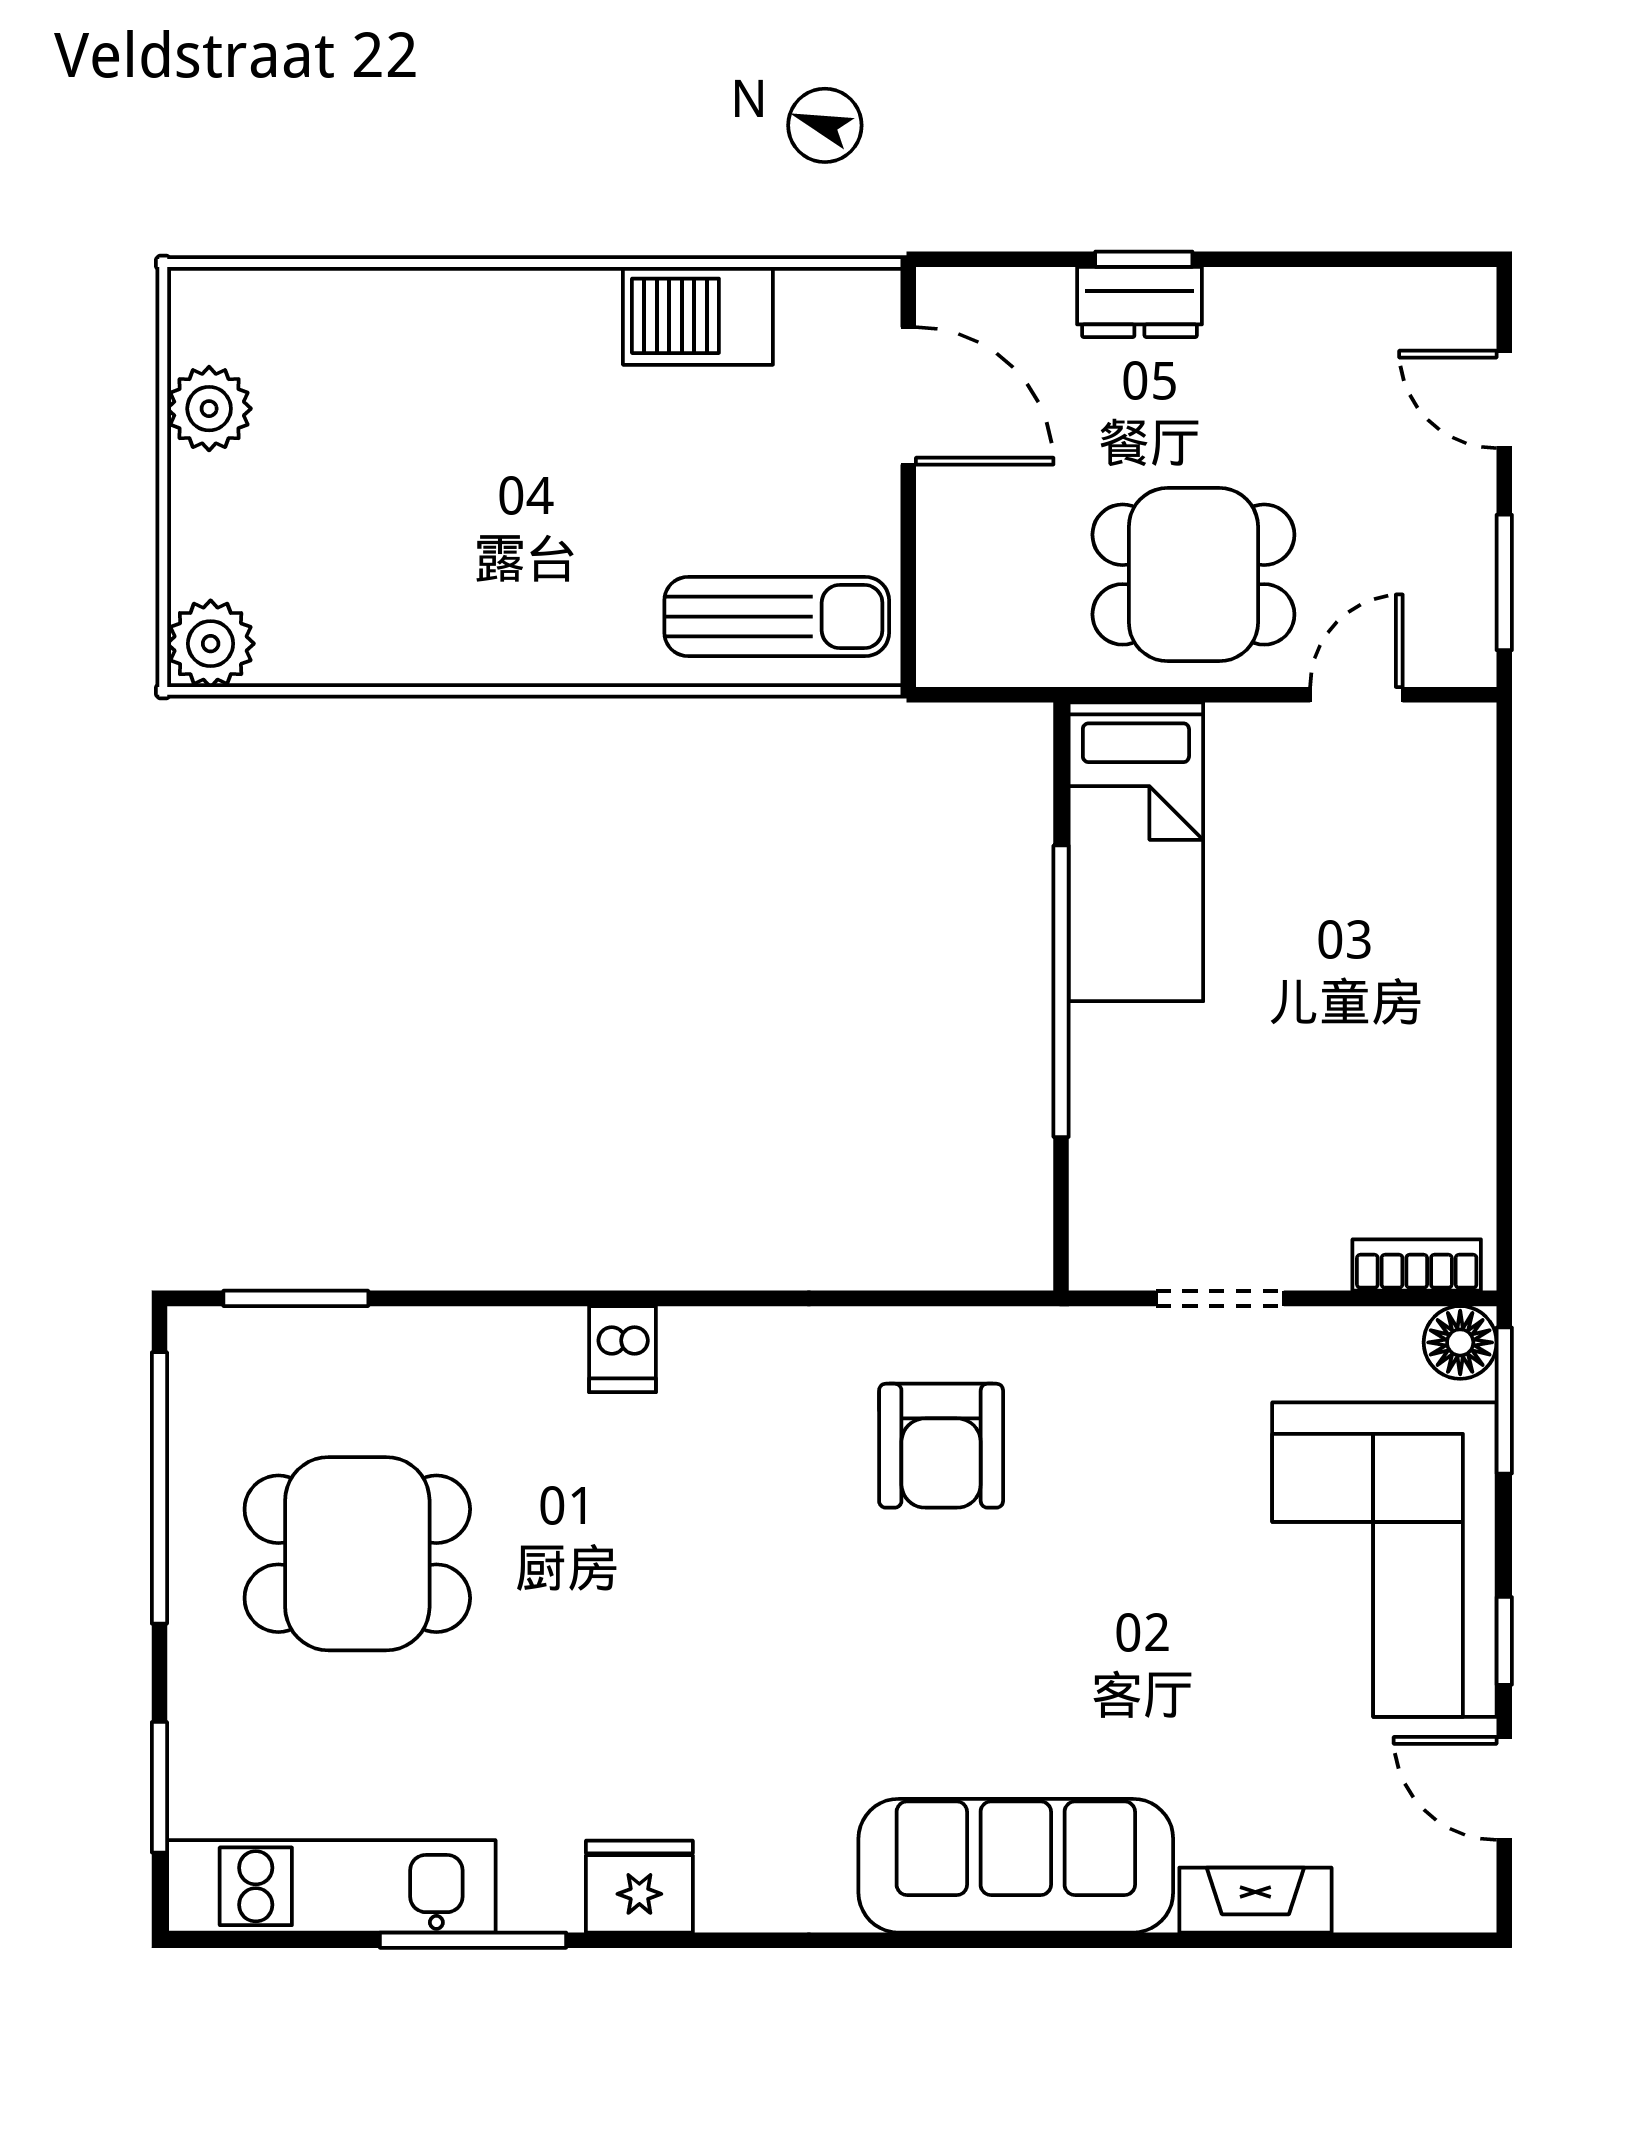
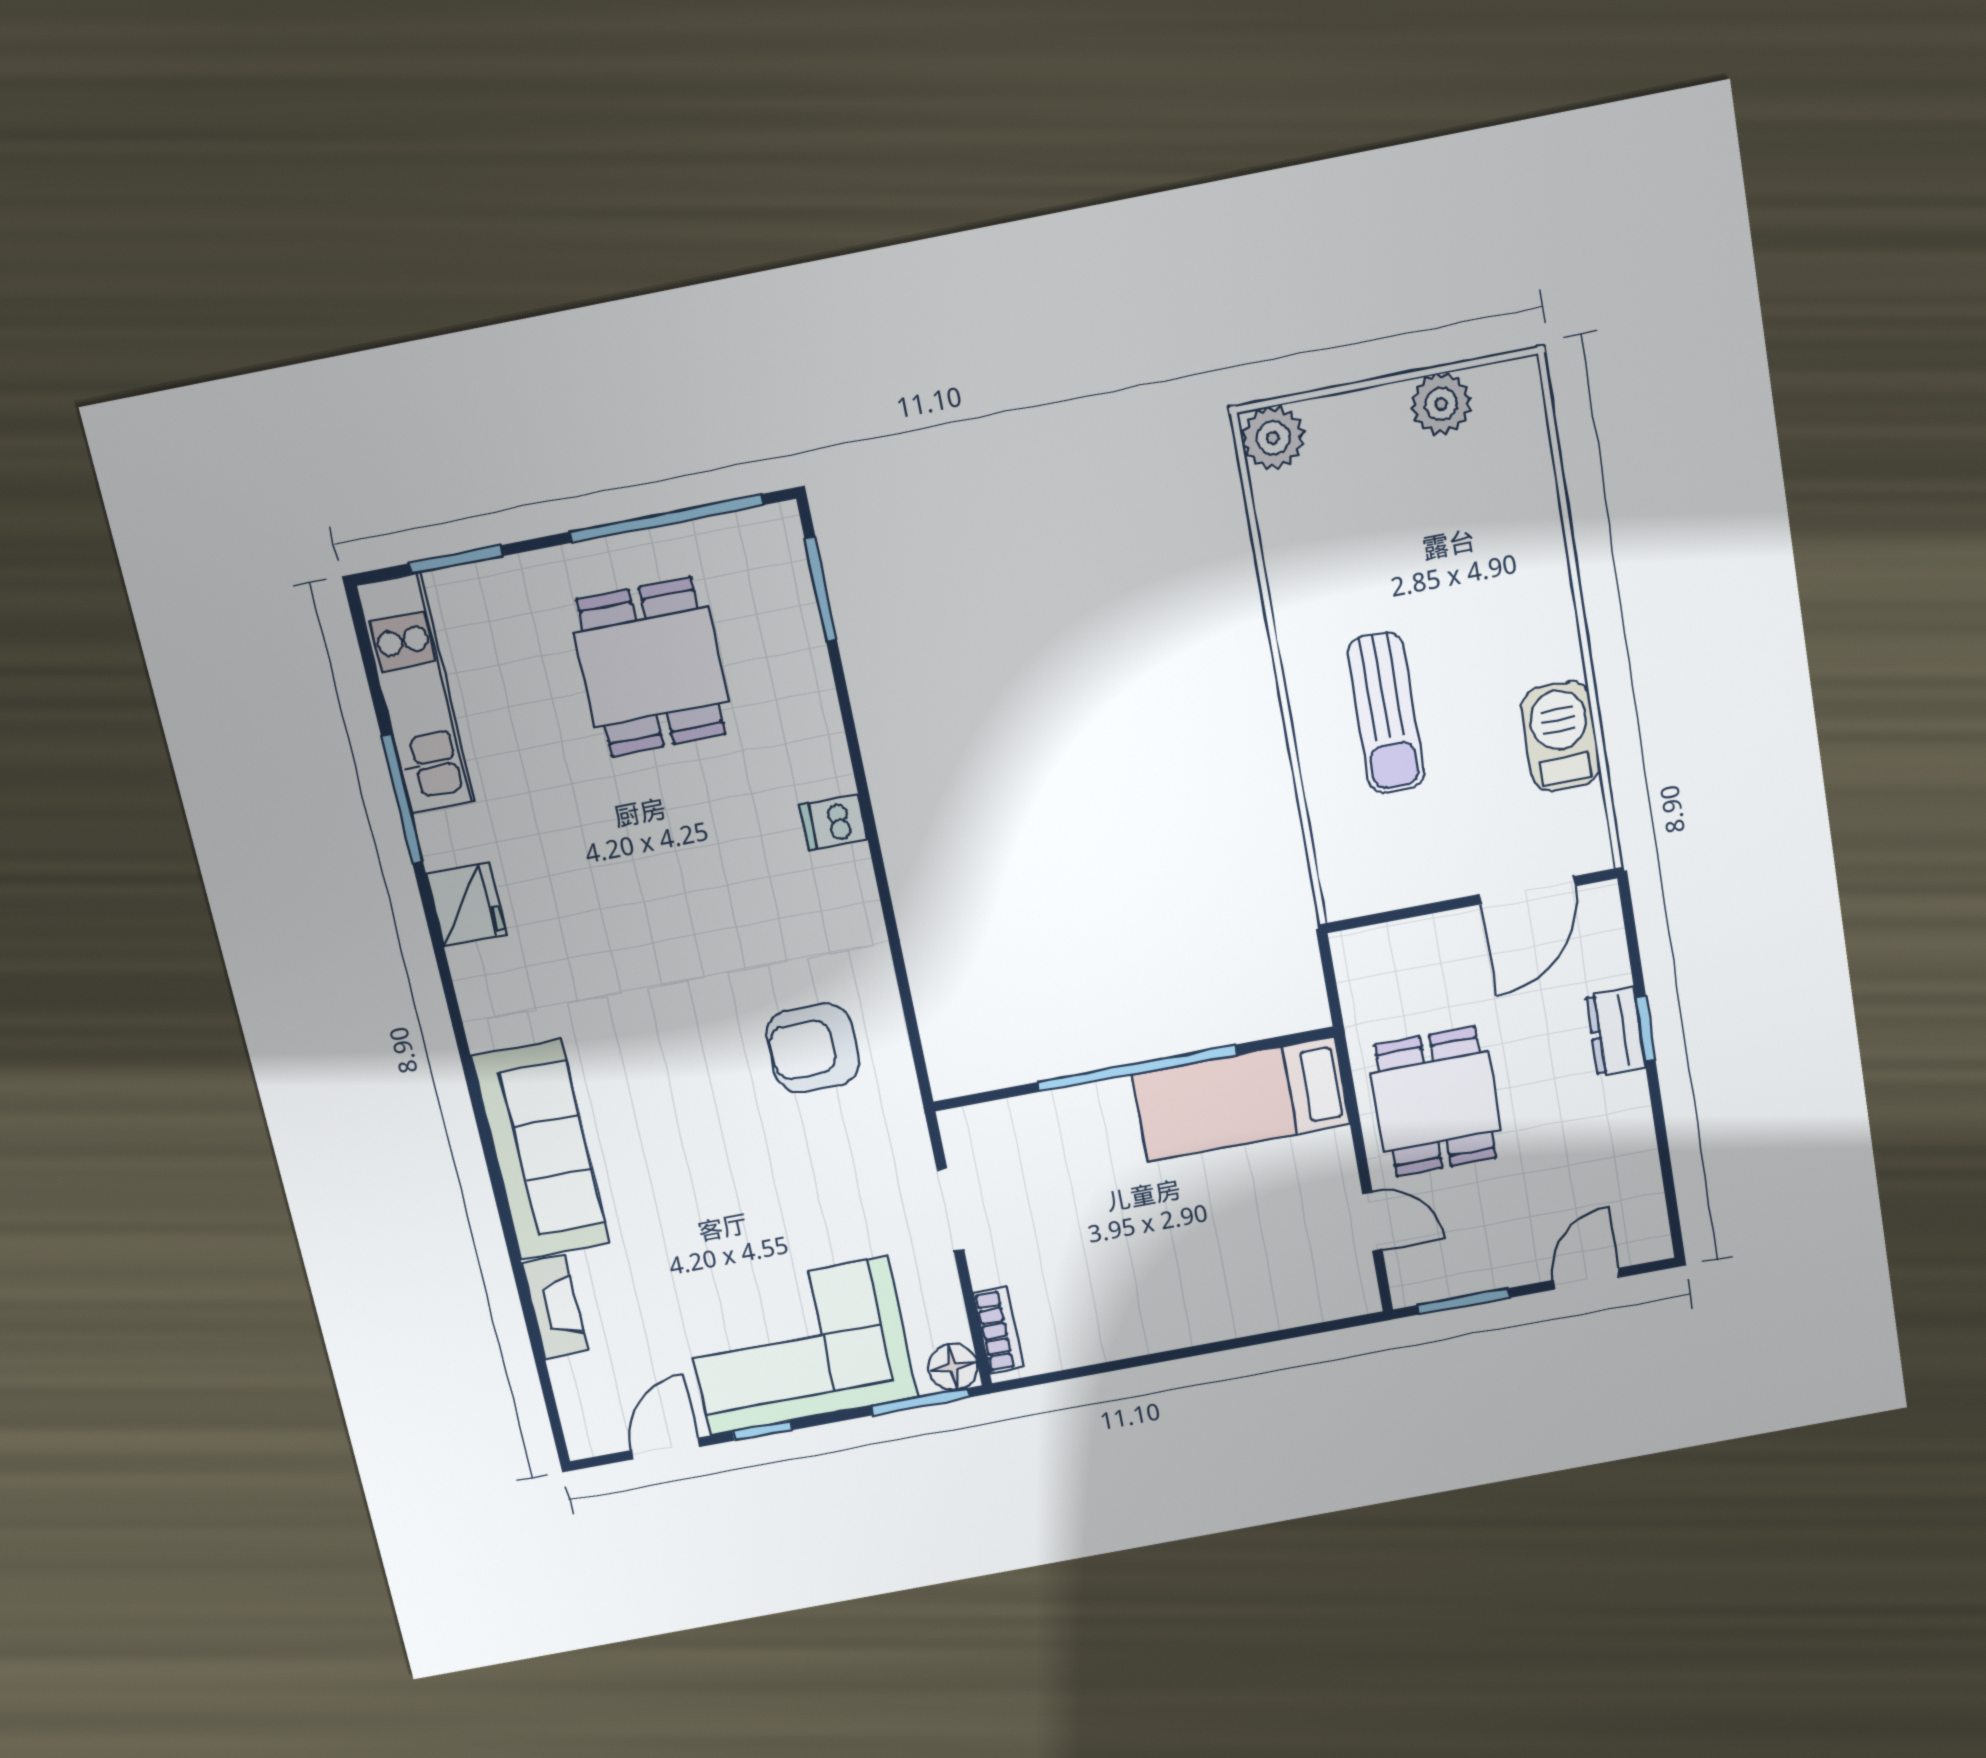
sun lounger: (777, 617) -> (1386, 713), moved

